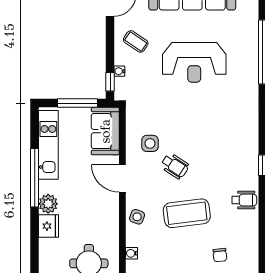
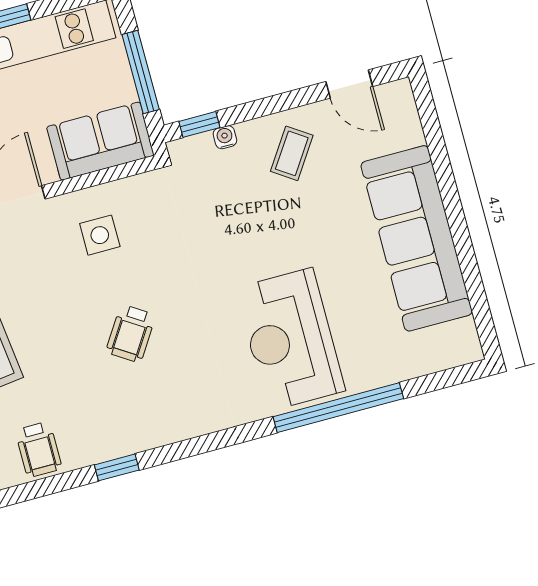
reception desk: (194, 62) -> (290, 339), moved
wheelchair: (175, 166) -> (131, 334), moved

